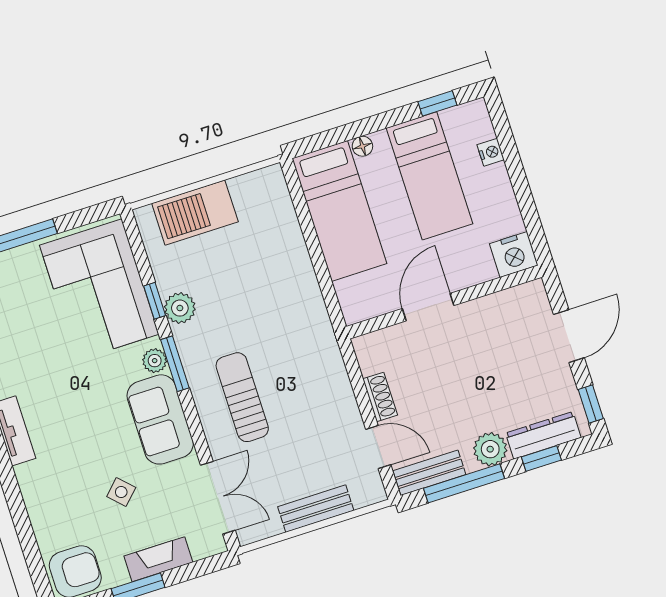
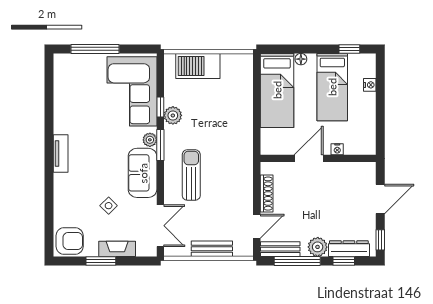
nightstand: (514, 254) -> (337, 149), moved, width x0.53, depth x0.56
shoe rack: (380, 397) -> (267, 194), width x1.43
door: (378, 447) -> (257, 226), hinge flipped

